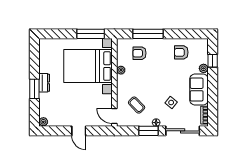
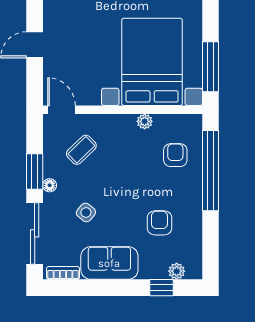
window: (148, 34) -> (211, 171), width x1.46
armchair: (181, 52) -> (159, 223), moved
plant: (204, 68) -> (177, 271), moved
door: (114, 116) -> (61, 110), hinge flipped

